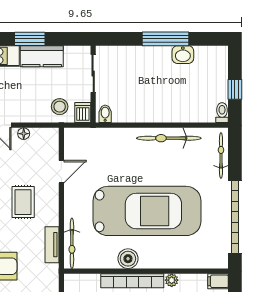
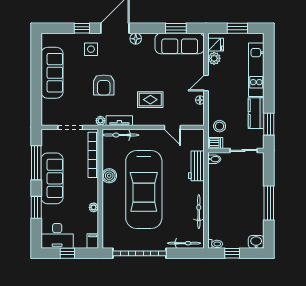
window: (30, 39) -> (269, 124), moved
washbasin: (183, 55) -> (256, 242), moved, turned 90
workbench: (115, 138) -> (196, 166), added
bicycle: (169, 138) -> (199, 212), width x0.73, depth x0.71
plant: (52, 271) -> (100, 121), added
bookcase: (132, 281) -> (93, 155), moved

